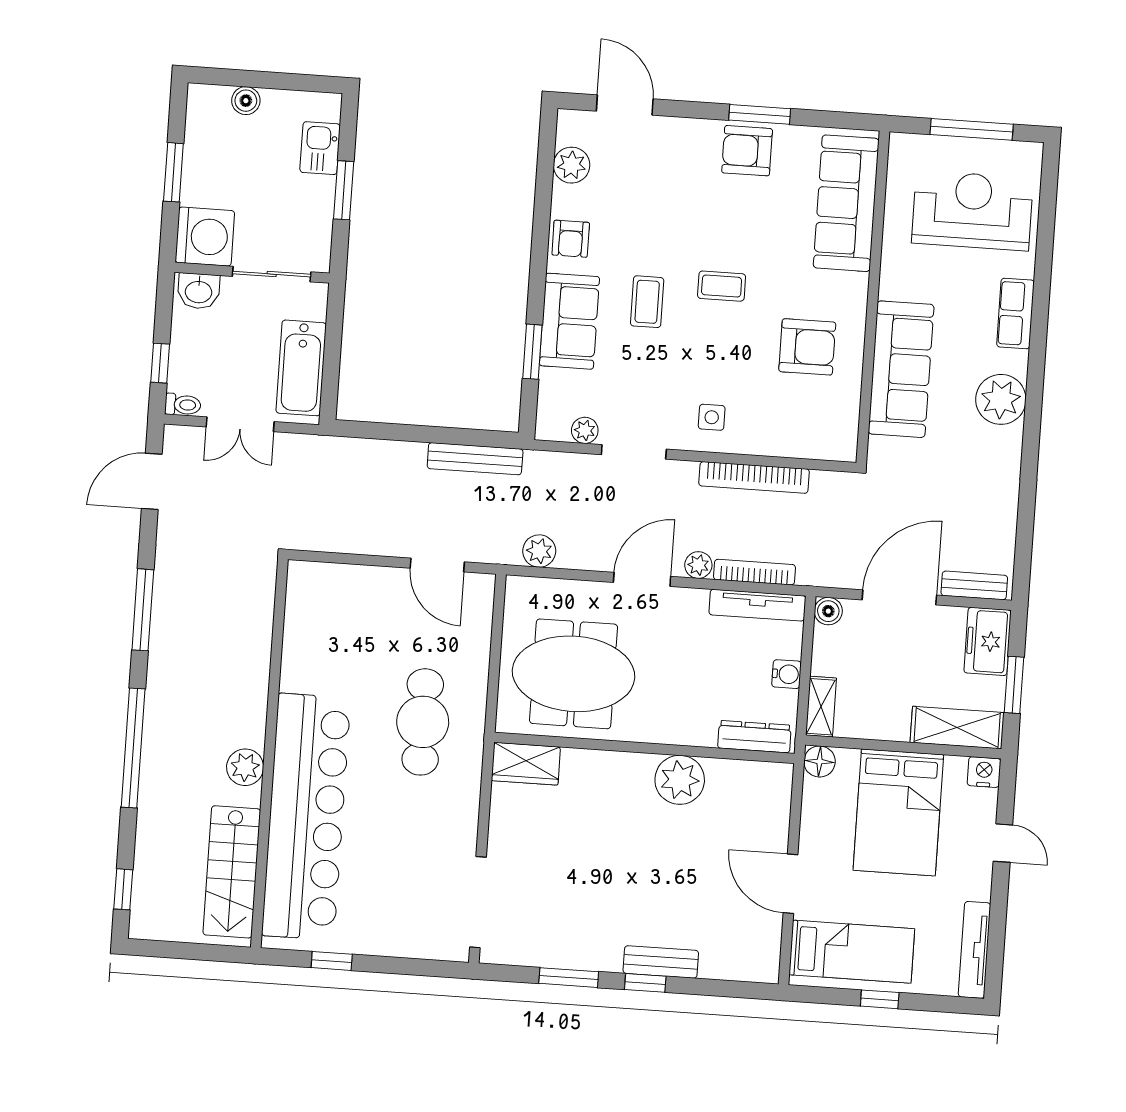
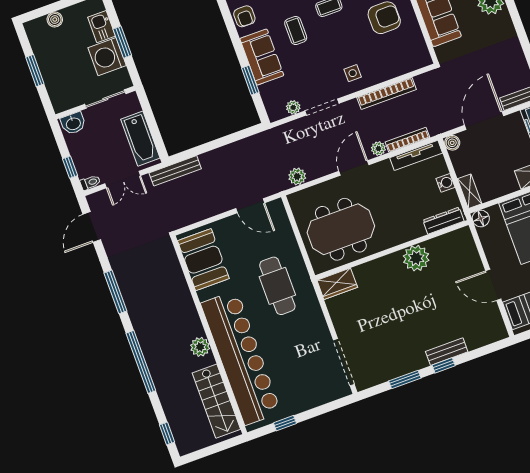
washing machine: (205, 237) -> (107, 57), moved, turned 180
bench: (475, 459) -> (175, 171), moved
booth: (317, 621) -> (203, 260), added

